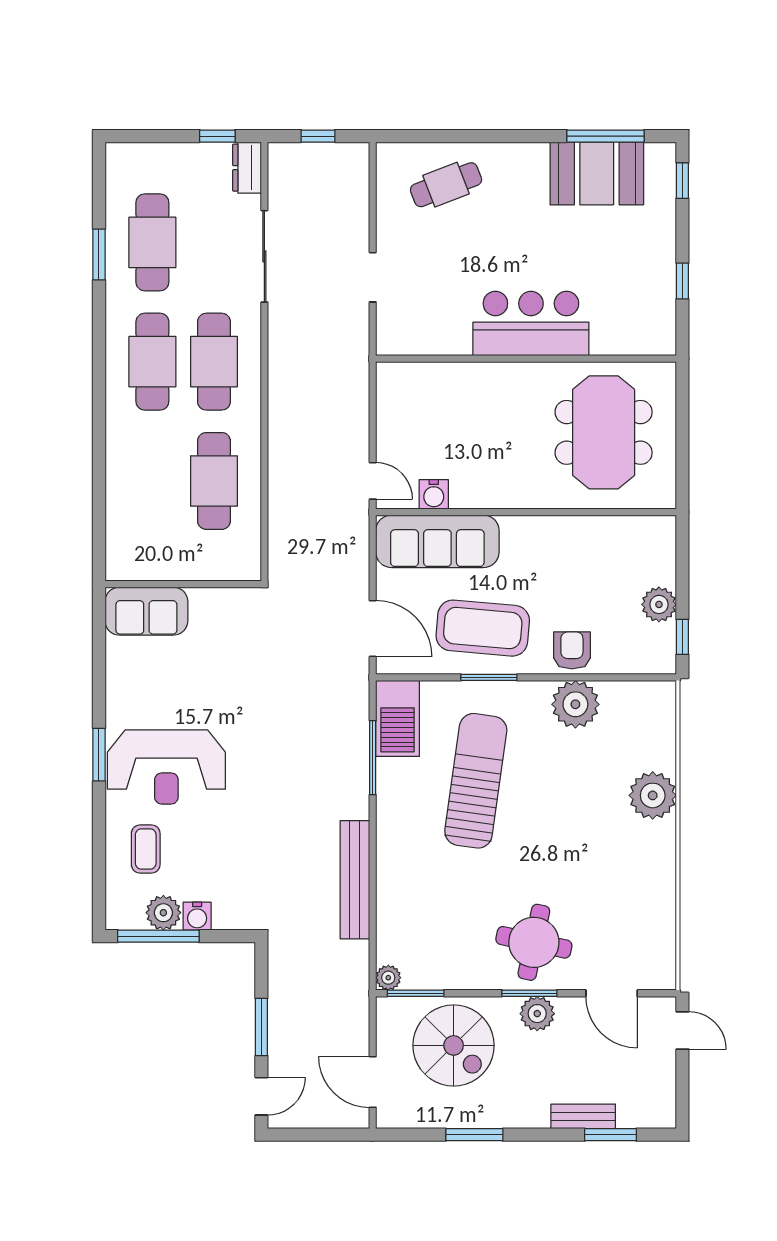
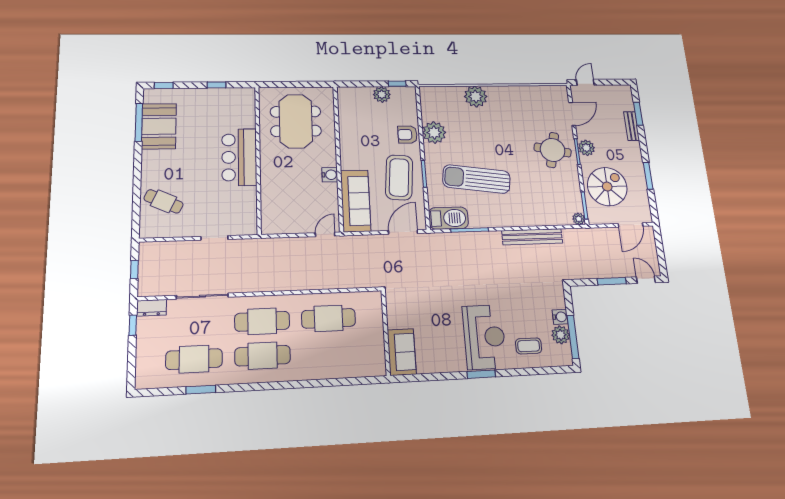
cafe table: (446, 185) -> (164, 201), turned -44
meeting table: (604, 432) -> (296, 121), turned 90
water cooler: (434, 494) -> (330, 175), moved

